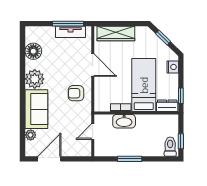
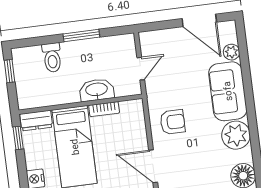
toilet: (170, 147) -> (52, 58), moved
door: (49, 159) -> (199, 20), hinge flipped

